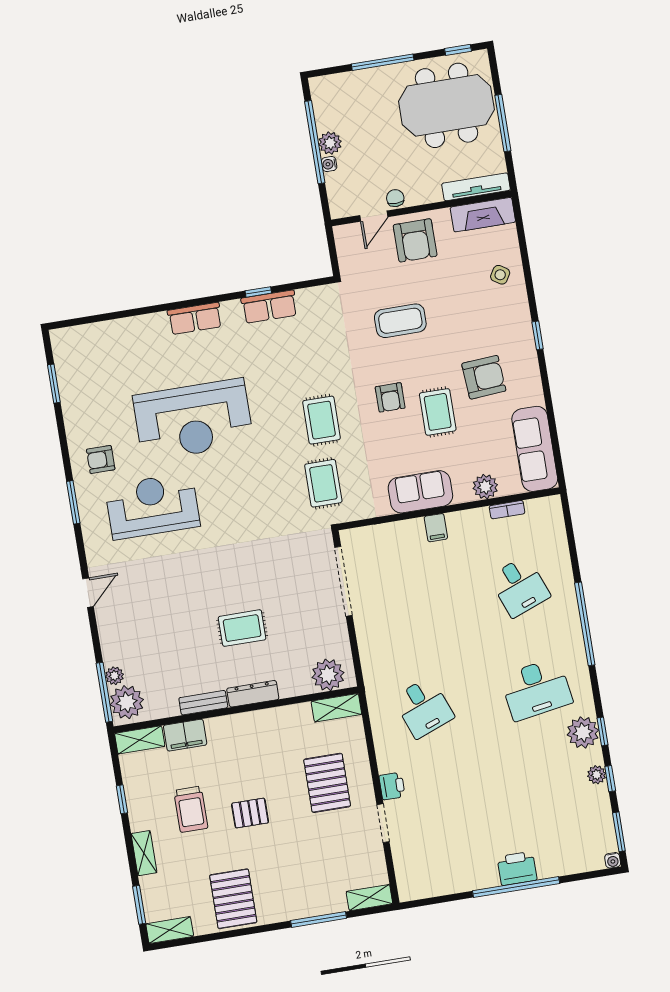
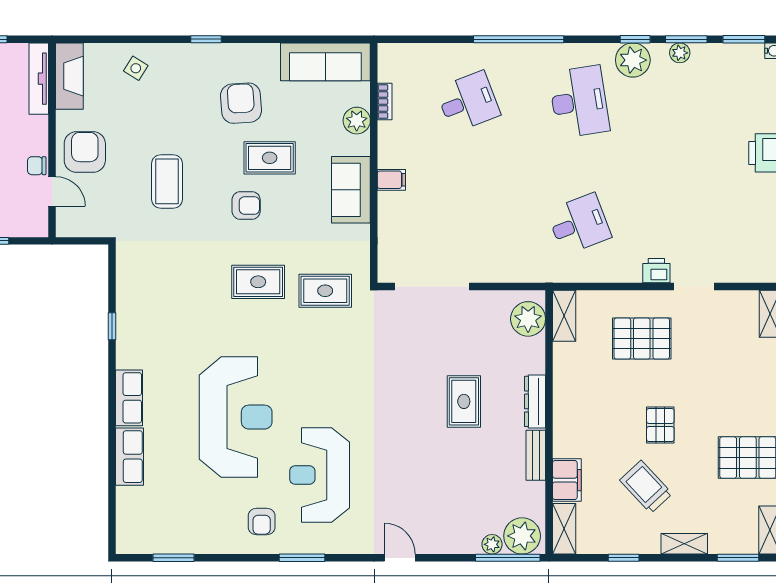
armchair: (415, 240) -> (85, 152), turned -90
row of seats: (269, 307) -> (129, 457), moved
window: (610, 779) -> (686, 39), width x1.50
trolley: (191, 809) -> (646, 487), turned -133

